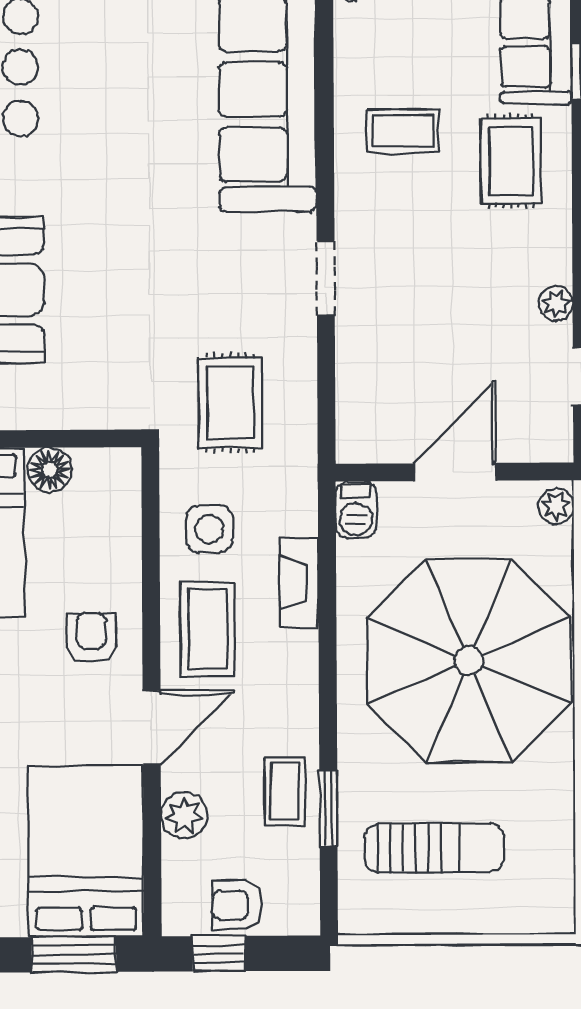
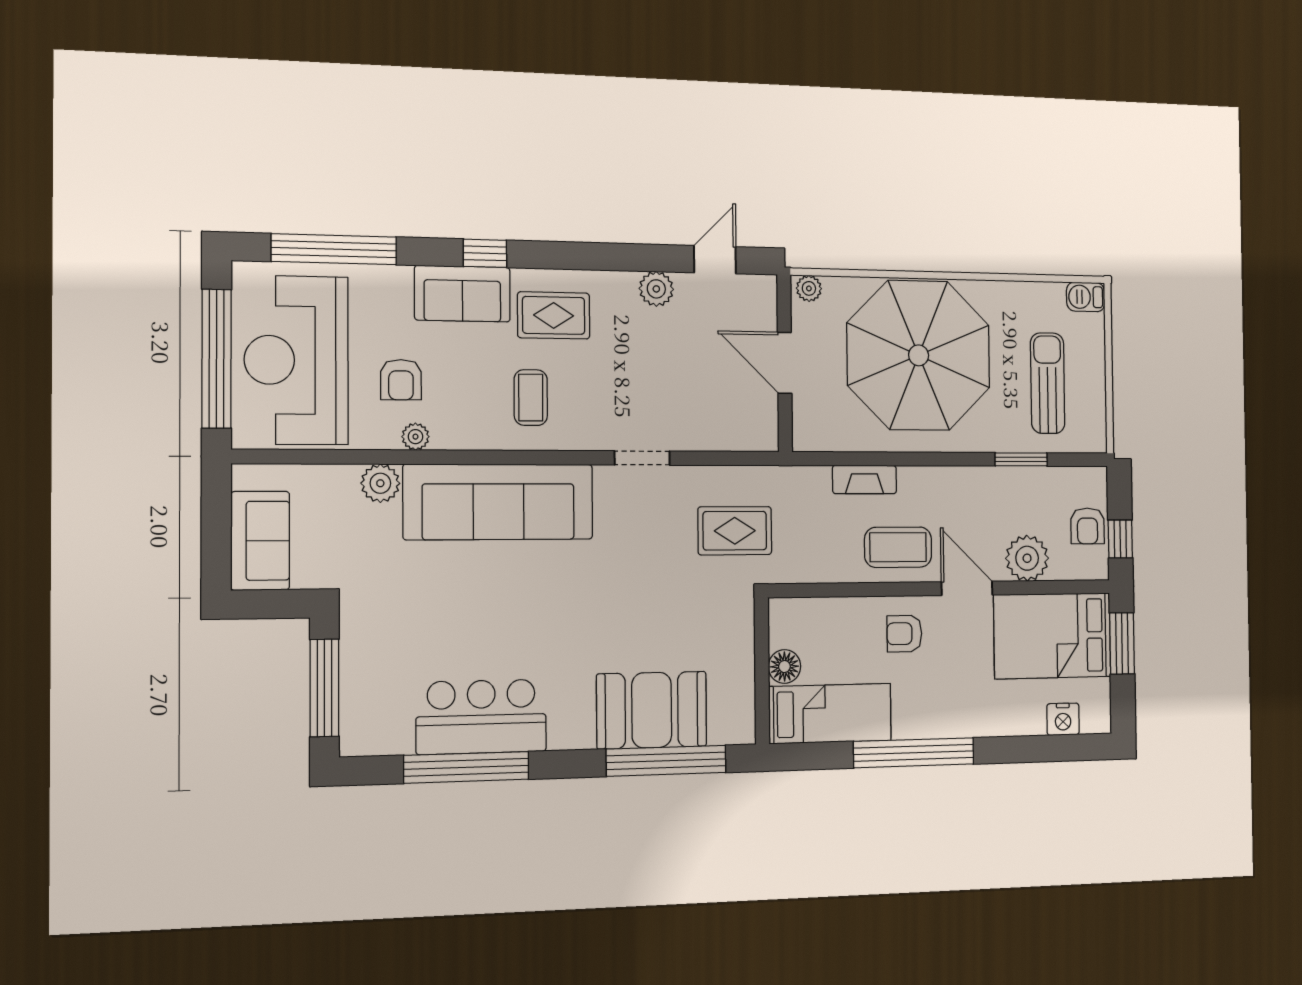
plant: (556, 304) -> (656, 289), width x1.38, depth x1.38
barbecue: (356, 510) -> (1086, 297), moved, turned 180
side table: (209, 529) -> (826, 546), removed
coffee table: (285, 792) -> (1010, 491), removed
plant: (184, 815) -> (1027, 558), width x1.36, depth x1.36

